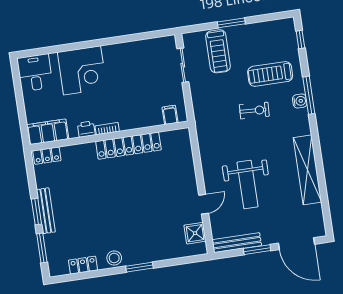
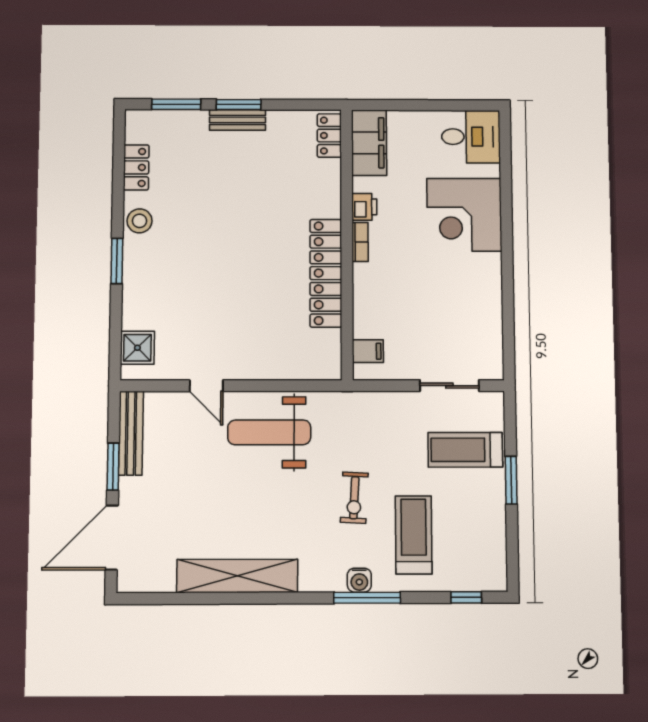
weight bench: (247, 185) -> (269, 432), moved
bench: (46, 211) -> (238, 120), width x0.73
shower: (195, 233) -> (137, 348), moved

